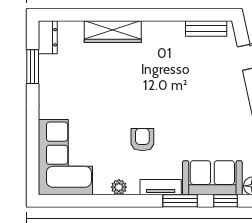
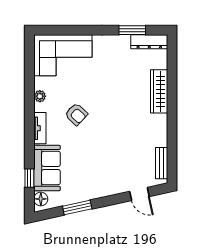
dresser: (48, 37) -> (149, 42), width x1.44
armchair: (142, 140) -> (76, 114), turned 43
window: (180, 201) -> (29, 143), removed

